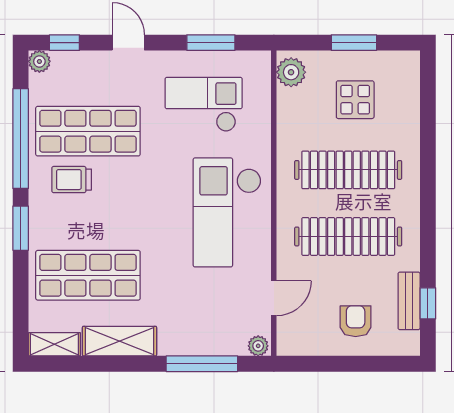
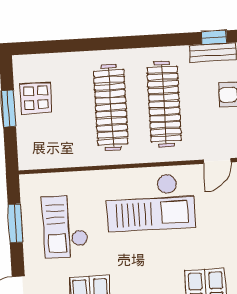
plant: (291, 72) -> (35, 158), removed
display table: (355, 100) -> (36, 98), moved
door: (274, 298) -> (217, 161), swing flipped

